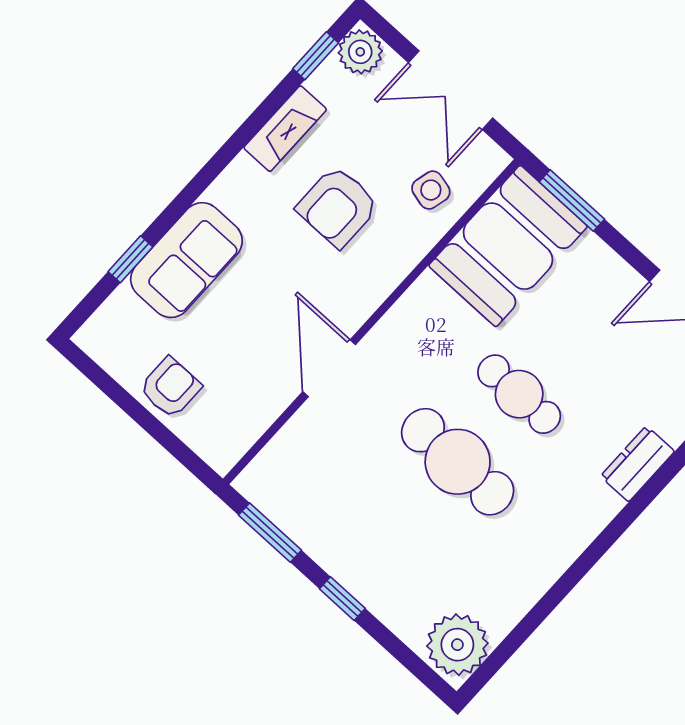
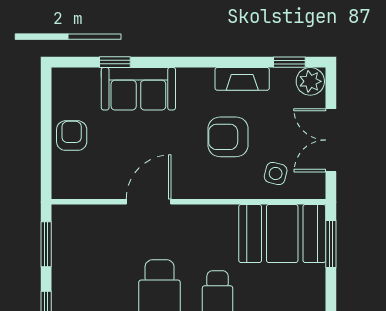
armchair: (170, 388) -> (72, 136), turned -90

